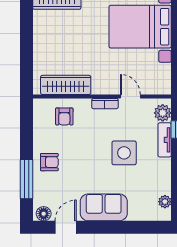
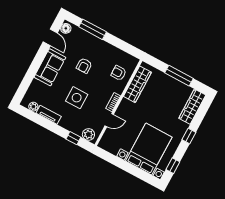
window: (27, 38) -> (179, 76), added
tv unit: (165, 140) -> (49, 115), moved
armchair: (49, 162) -> (84, 66), moved

